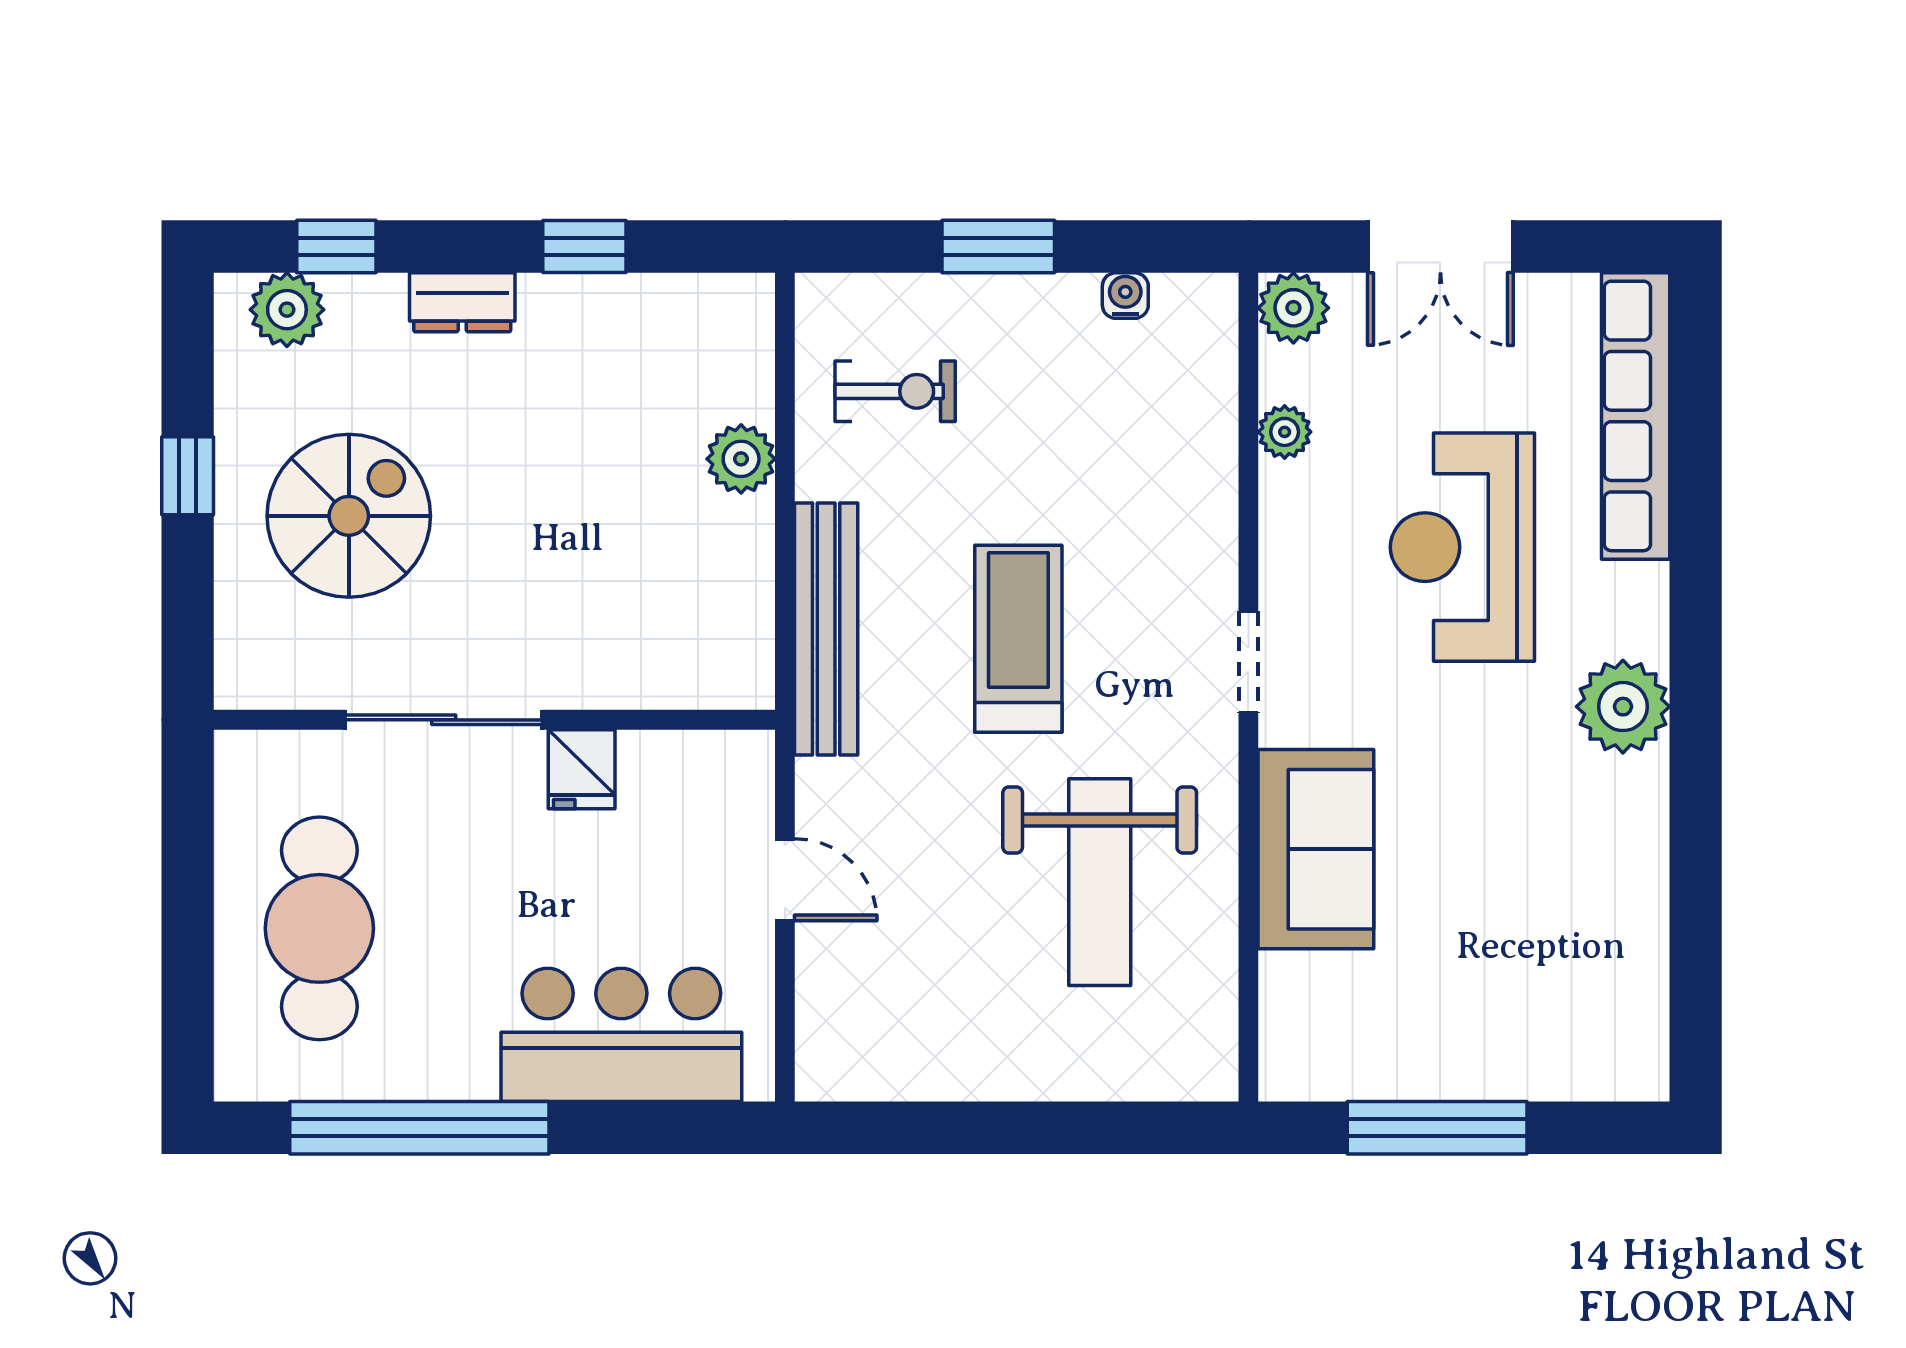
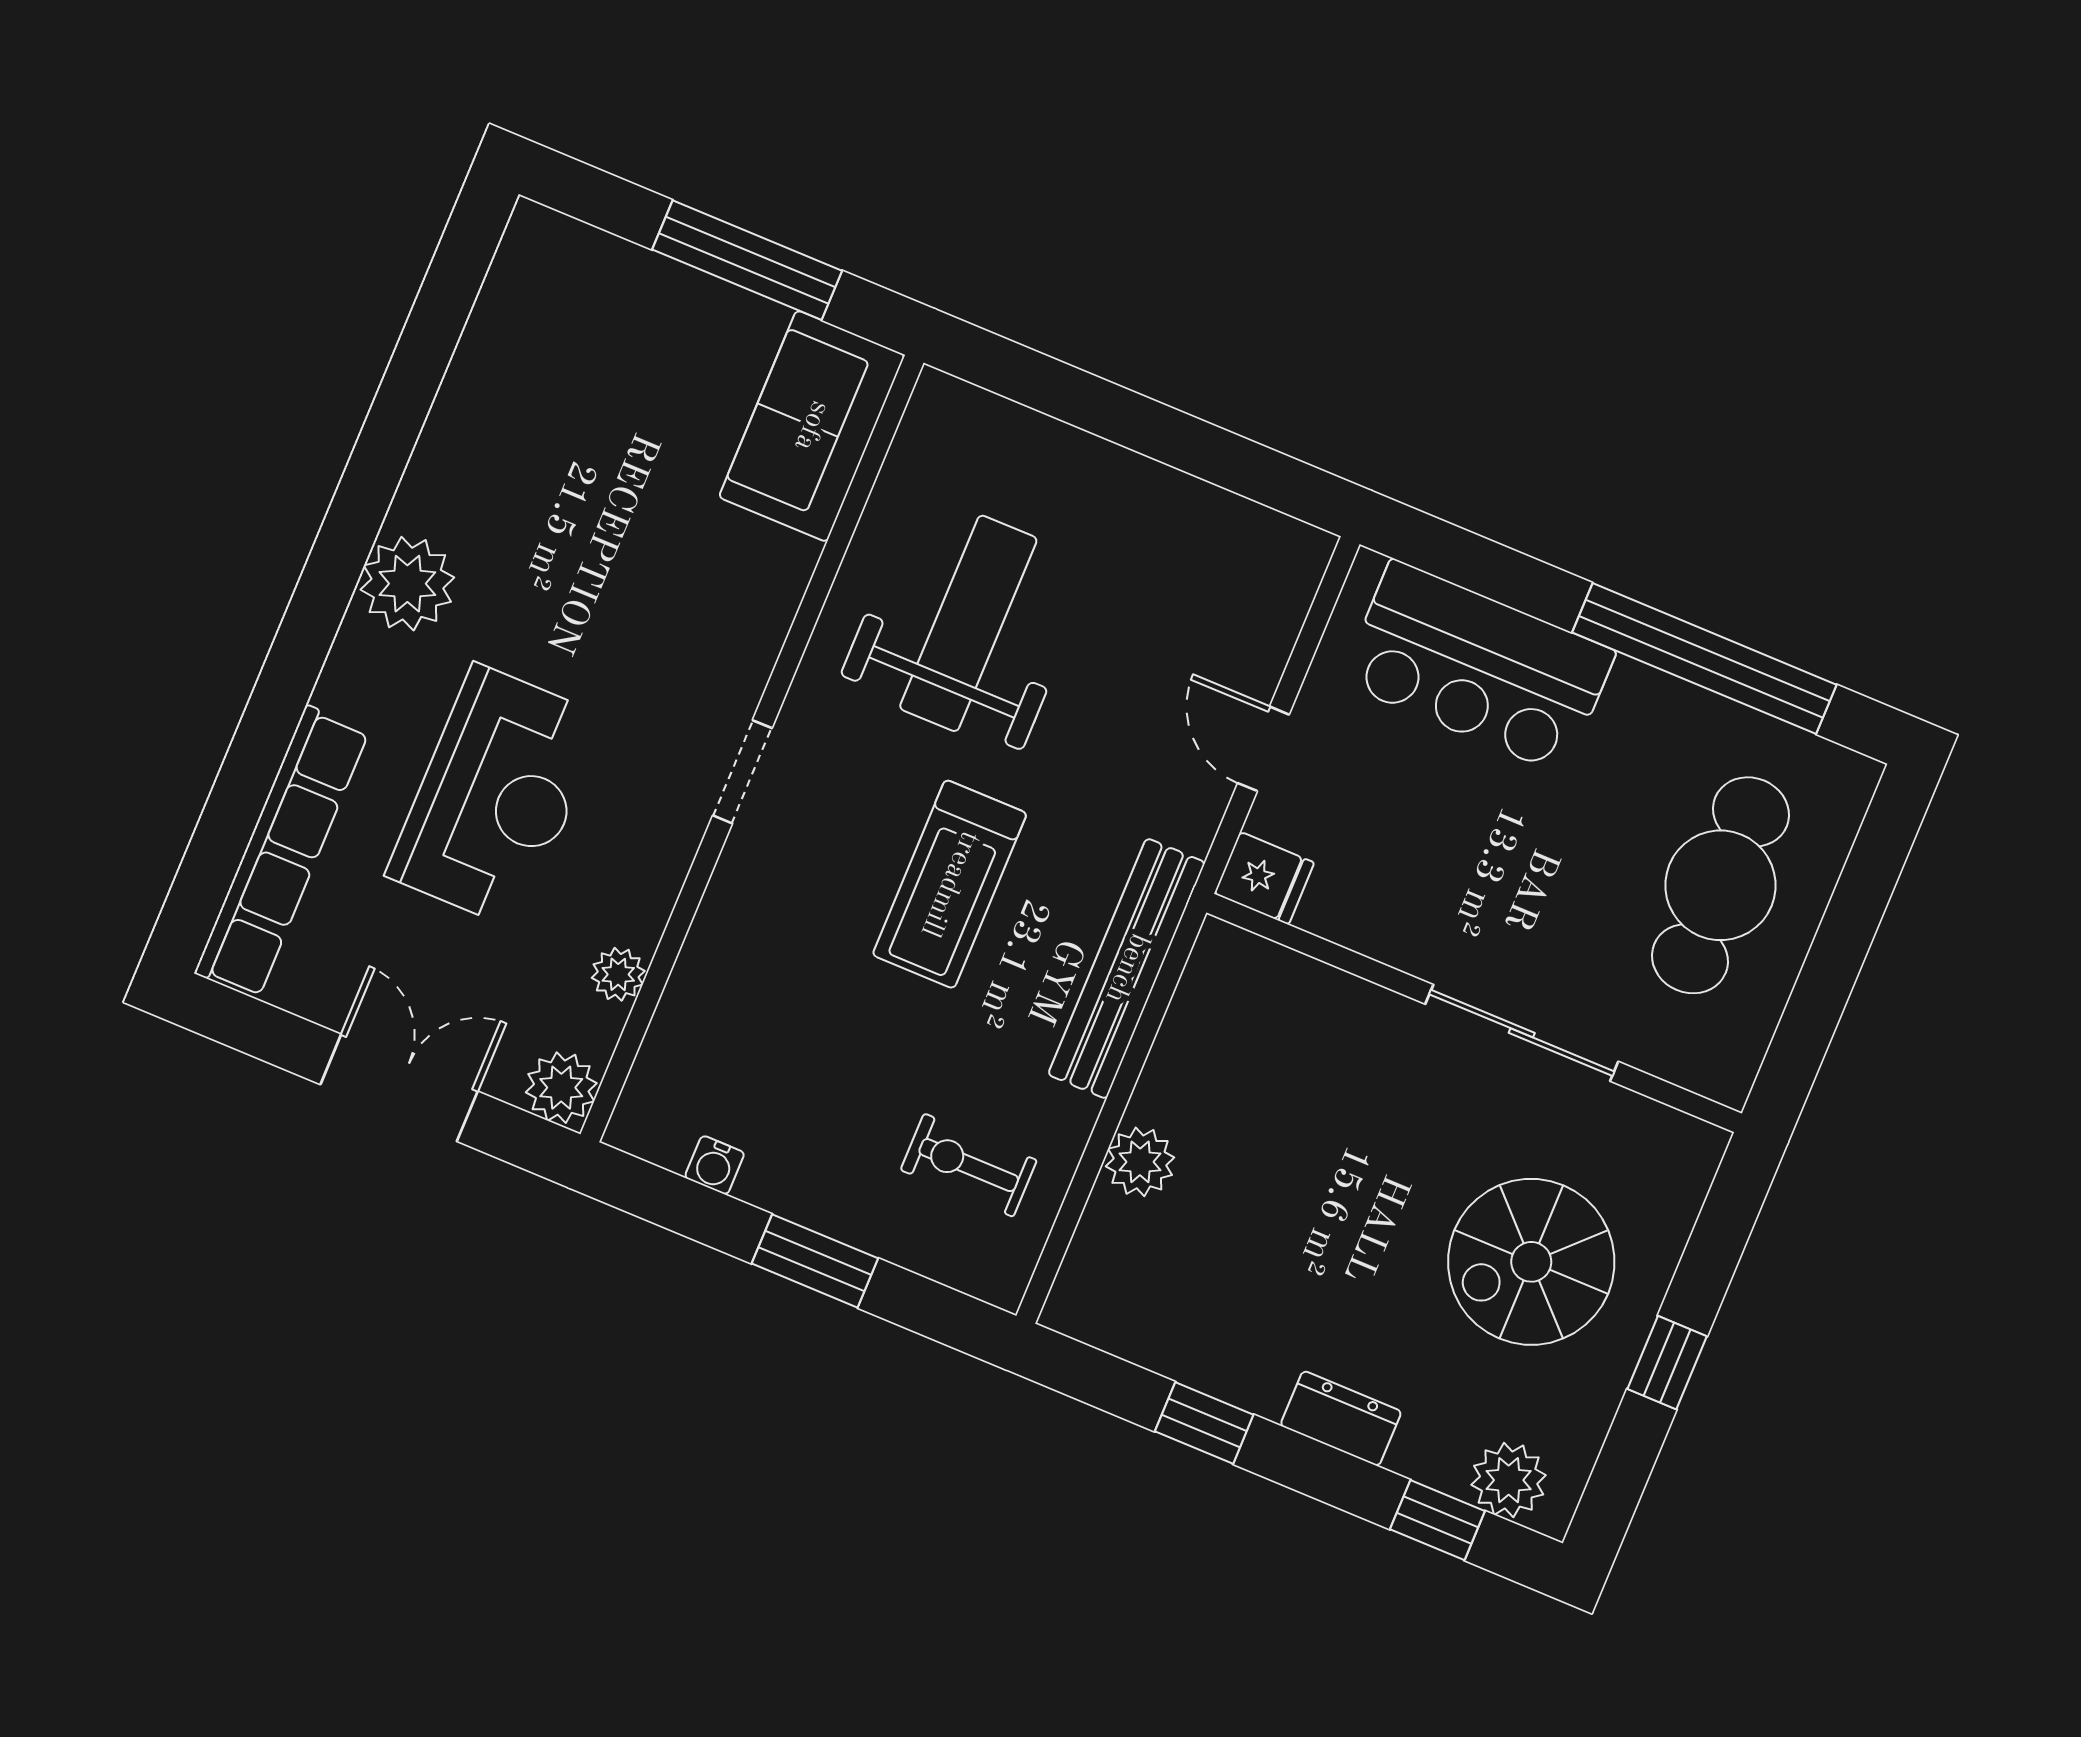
fridge: (582, 769) -> (1264, 878), moved, turned 90
sofa: (1316, 849) -> (812, 426), moved

